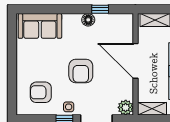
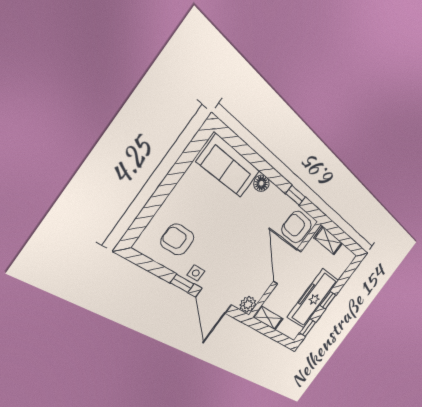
floor lamp: (88, 20) -> (261, 183), moved
armchair: (81, 71) -> (297, 227), moved, turned 92

